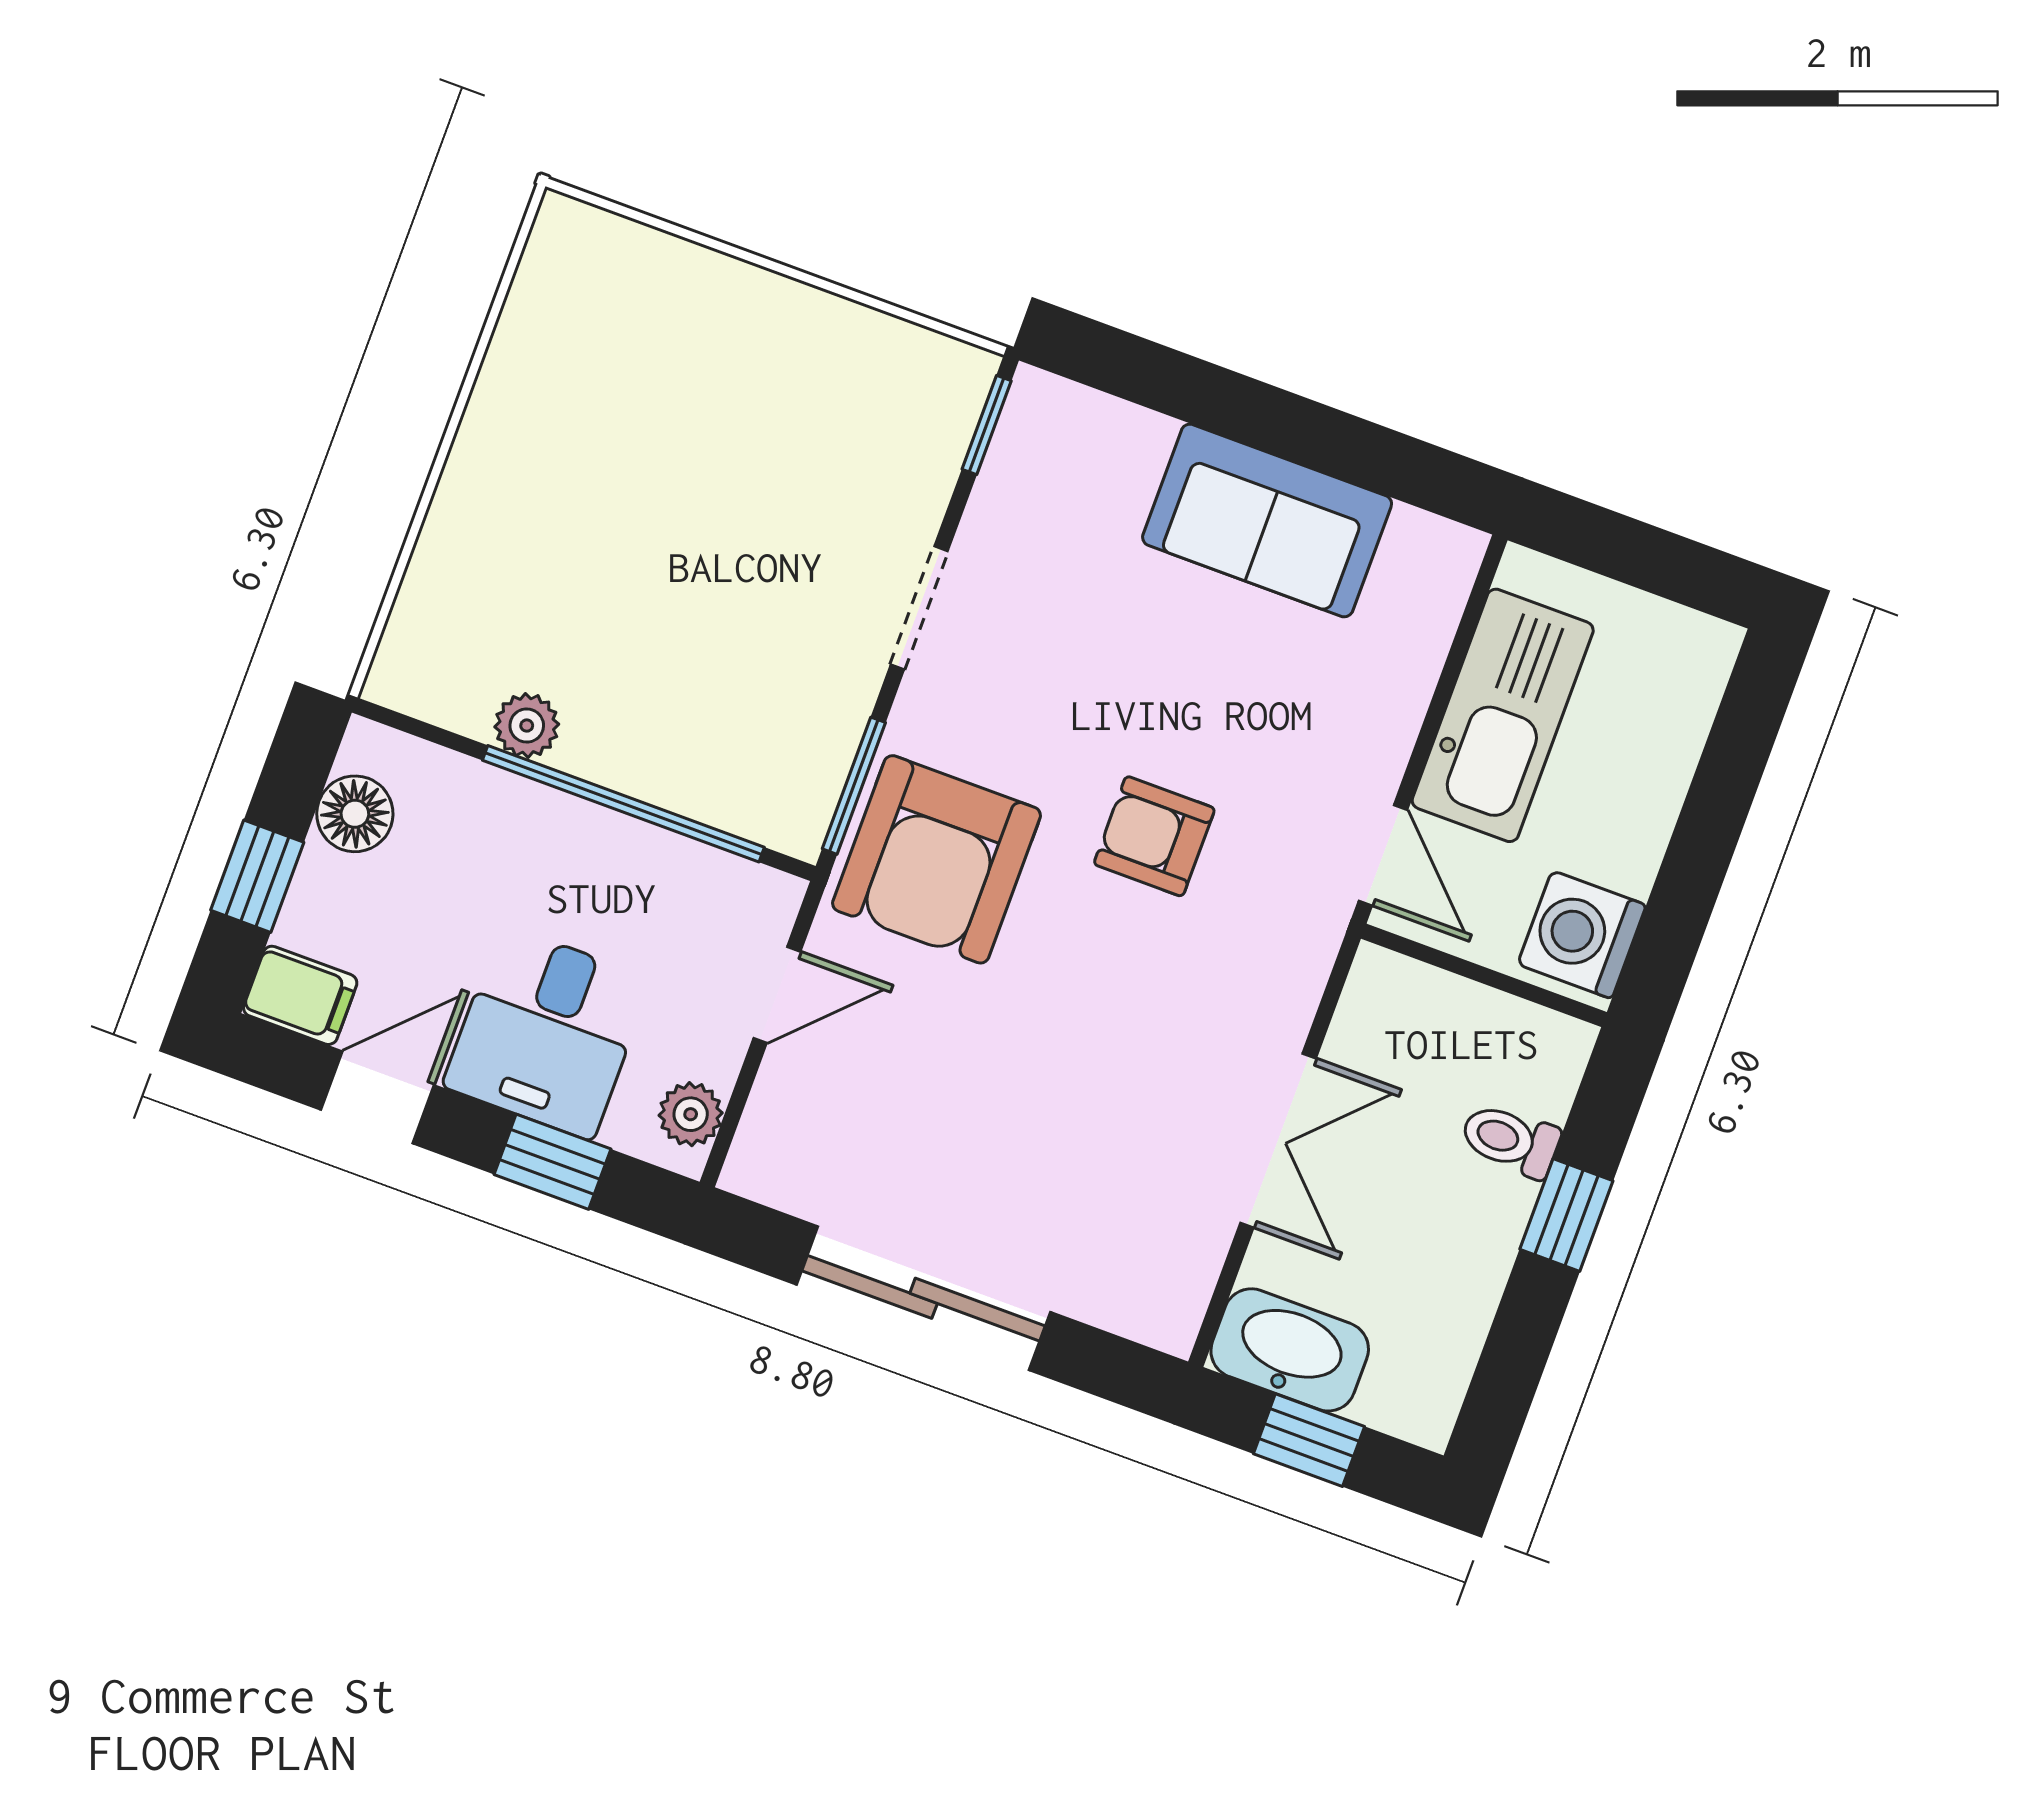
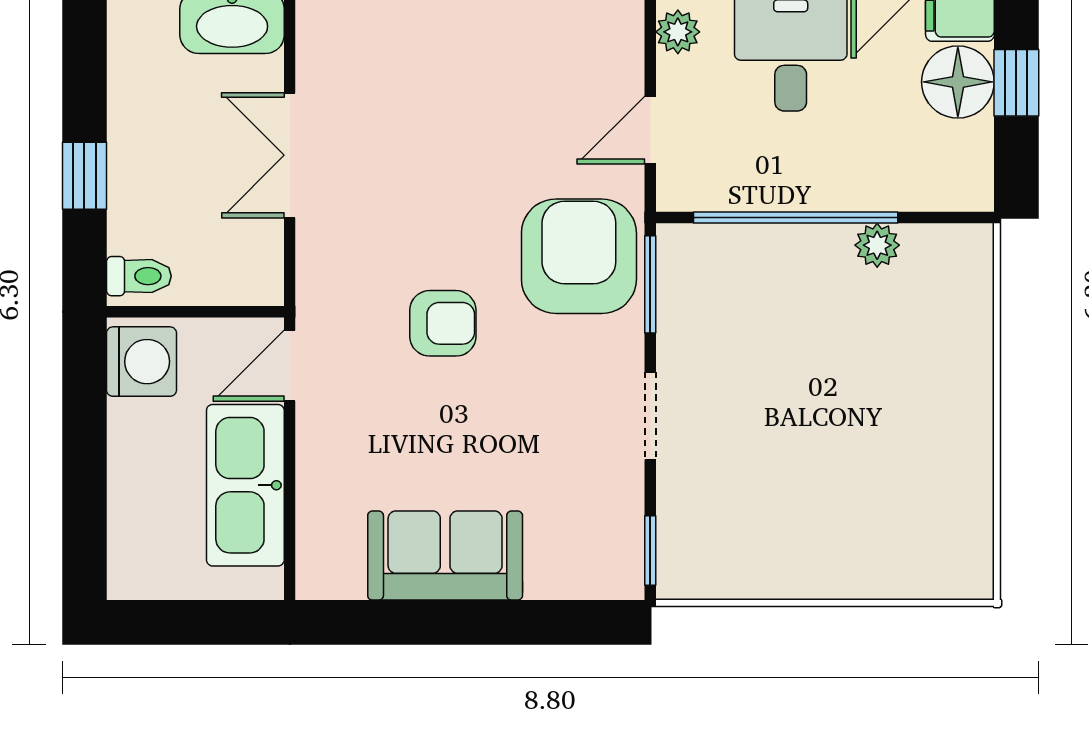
floor lamp: (355, 814) -> (958, 82), moved, width x1.38, depth x1.38
door: (1383, 855) -> (290, 366), hinge flipped
toilet: (1510, 1140) -> (139, 276), moved

